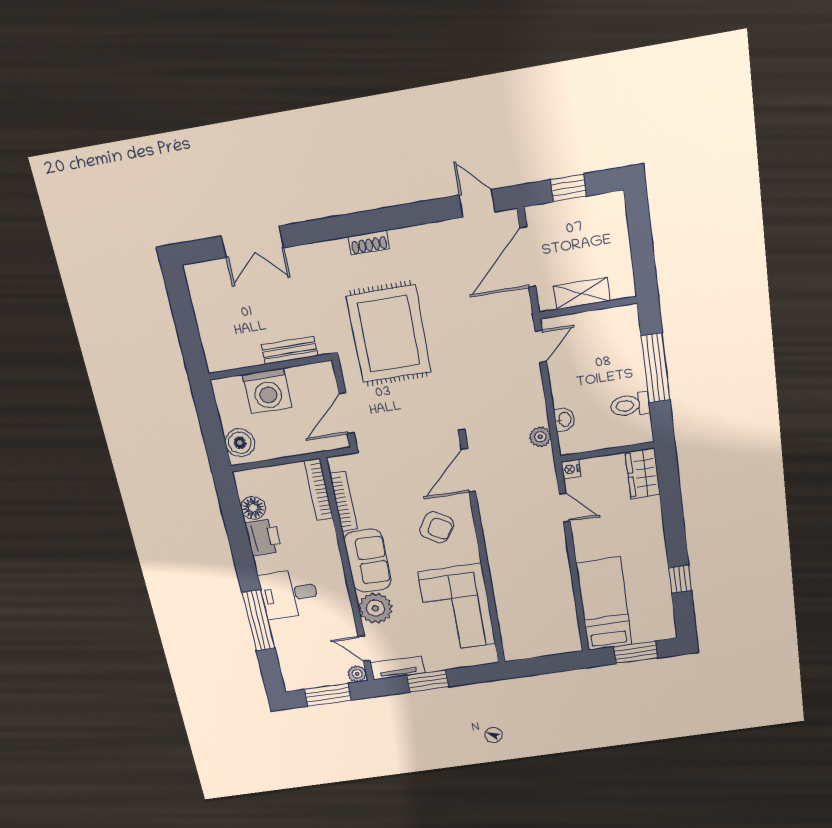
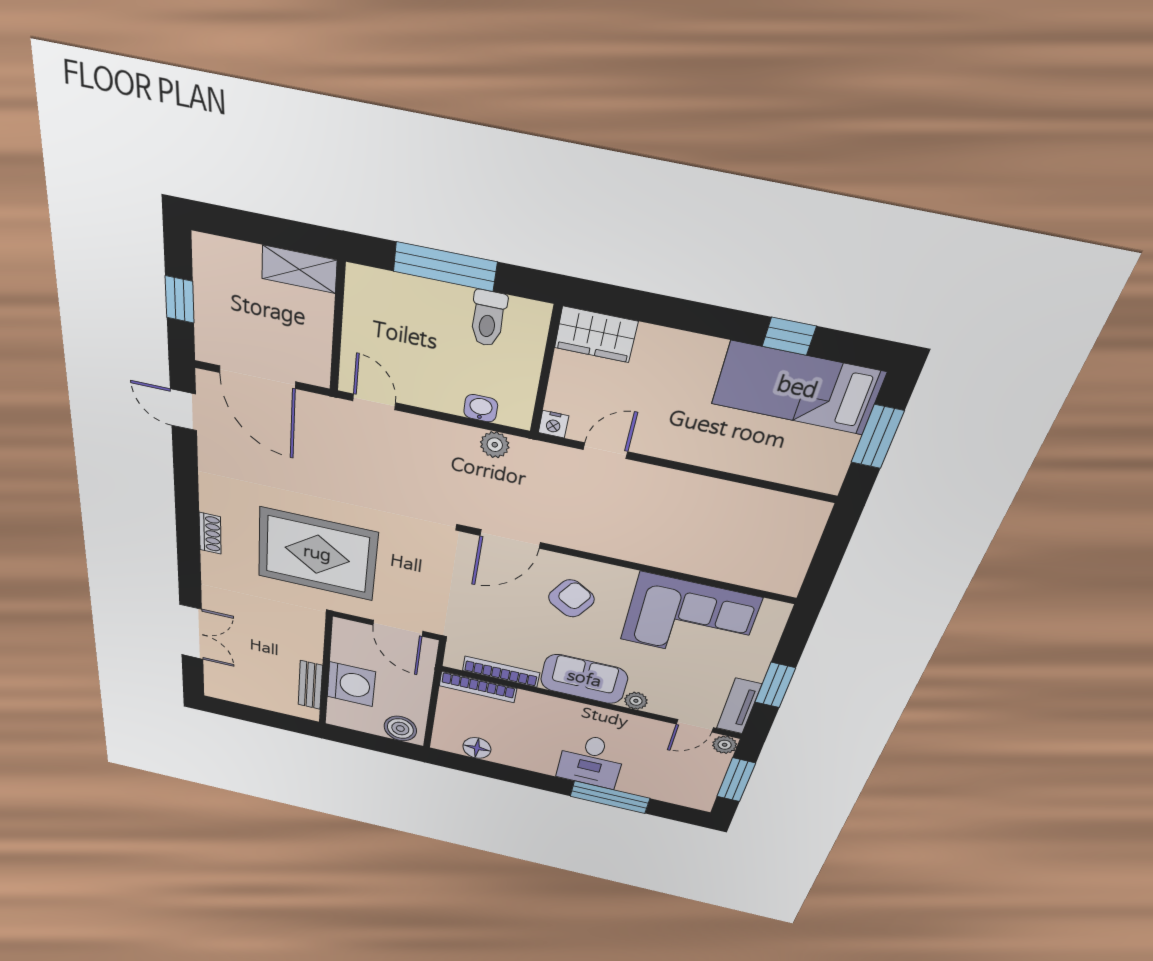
door: (477, 203) -> (184, 410), hinge flipped
shelving: (582, 293) -> (299, 269), moved, turned 90
bench: (289, 350) -> (310, 685), moved
door: (468, 470) -> (510, 539), hinge flipped
printer: (263, 537) -> (514, 754), removed
bed: (604, 604) -> (797, 388), moved
plant: (375, 608) -> (636, 701), width x0.53, depth x0.53

